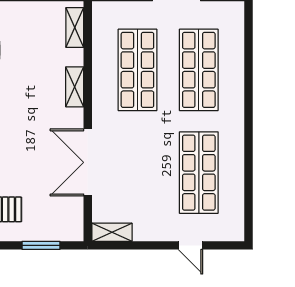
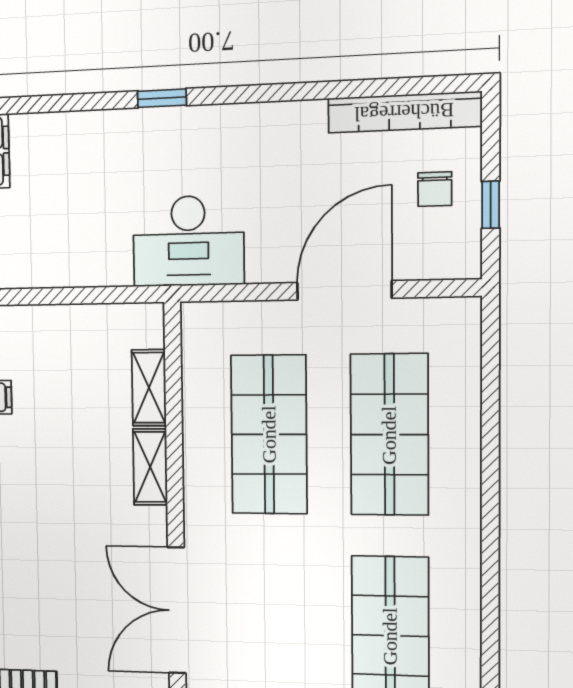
shelving: (75, 27) -> (149, 388), moved

